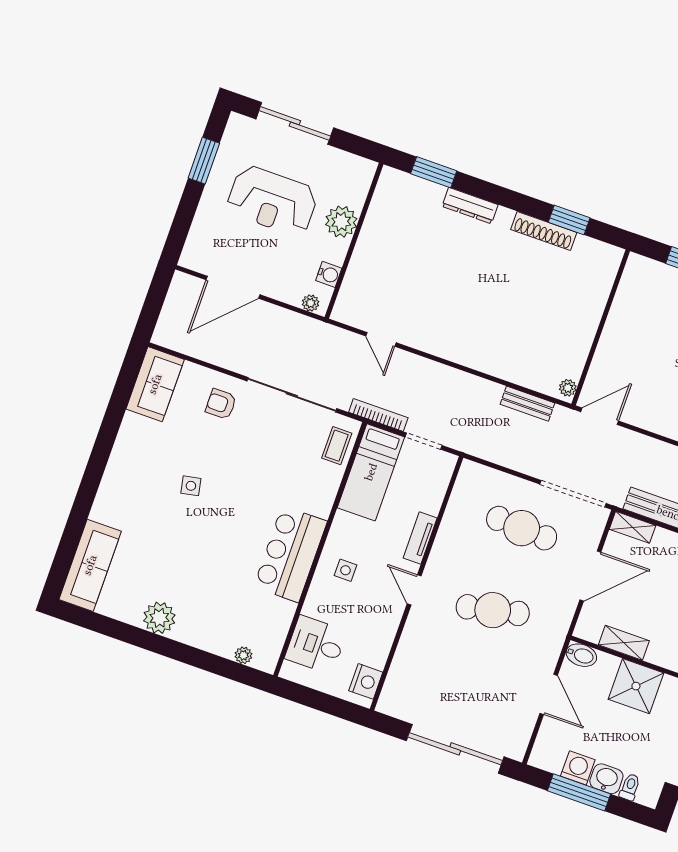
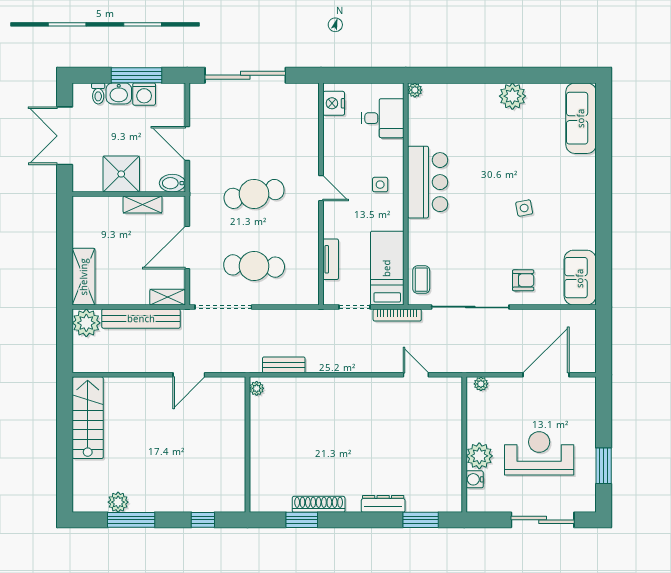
water cooler: (329, 274) -> (475, 479), moved
door: (600, 416) -> (189, 375), moved
tv unit: (420, 538) -> (331, 259), moved
plant: (243, 655) -> (415, 90), moved

